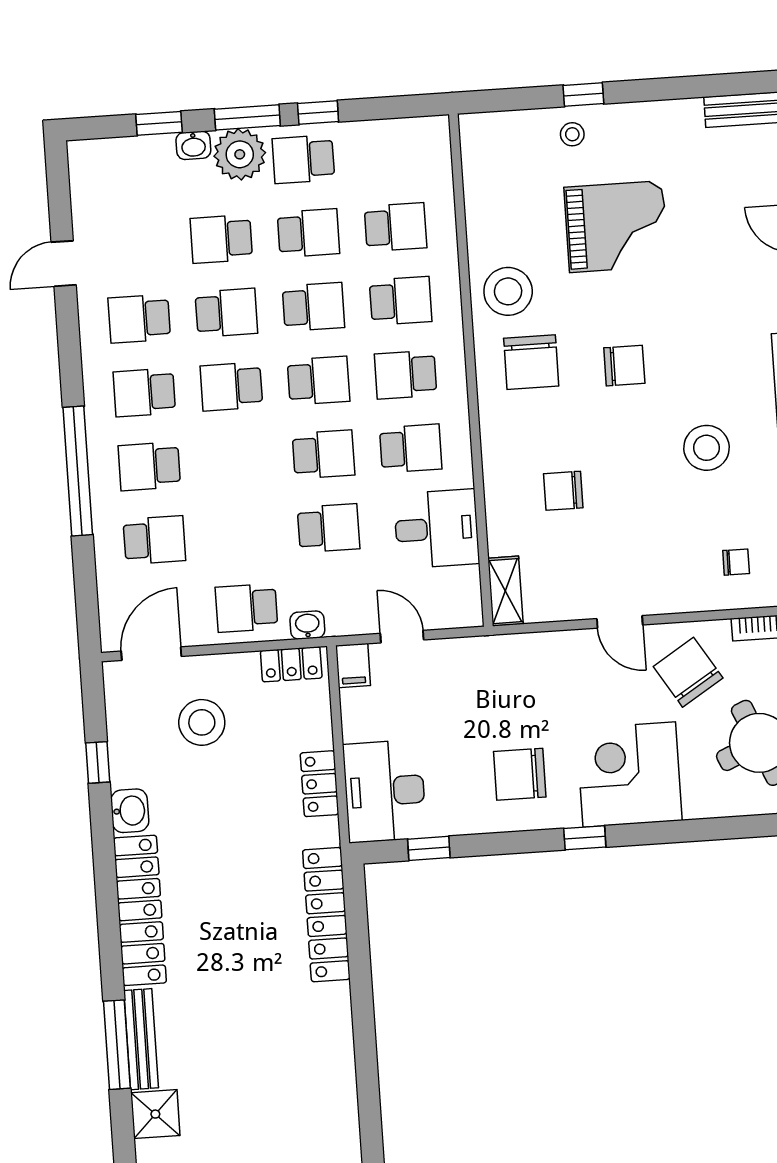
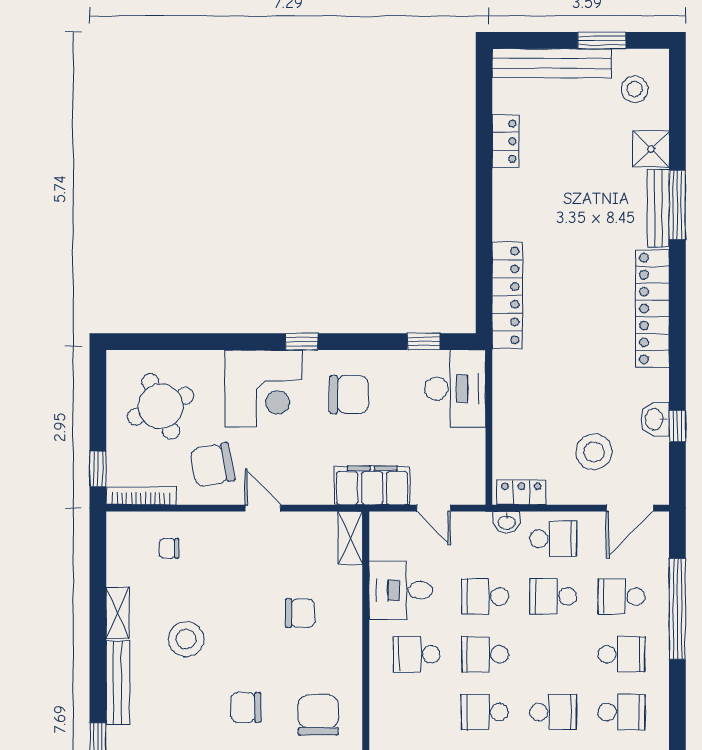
school desk: (406, 375) -> (553, 597), moved, turned 180
window: (78, 471) -> (677, 609), moved
filing cabinet: (353, 666) -> (372, 485), moved, width x3.00, depth x1.17
chair: (688, 672) -> (212, 465), turned 111
locker: (319, 784) -> (506, 141), moved
washbasin: (130, 811) -> (655, 419), moved

